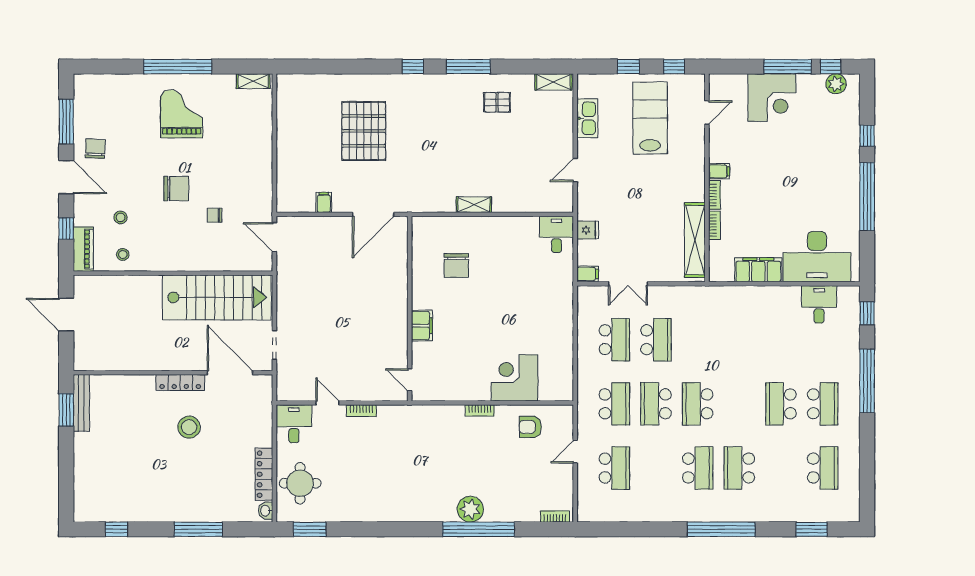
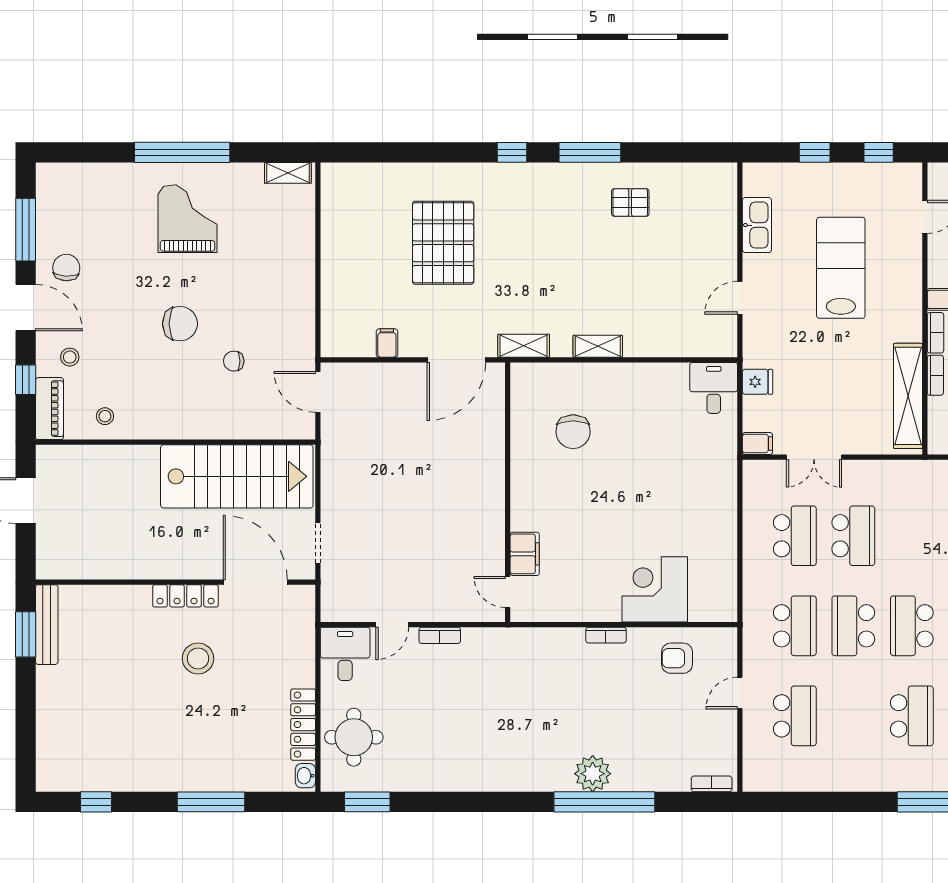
shelving: (553, 82) -> (524, 346), moved
lab bench: (650, 118) -> (841, 268), moved
stool: (121, 217) -> (70, 357), moved
filing cabinet: (422, 326) -> (525, 554), moved
door: (327, 403) -> (392, 625), swing flipped

